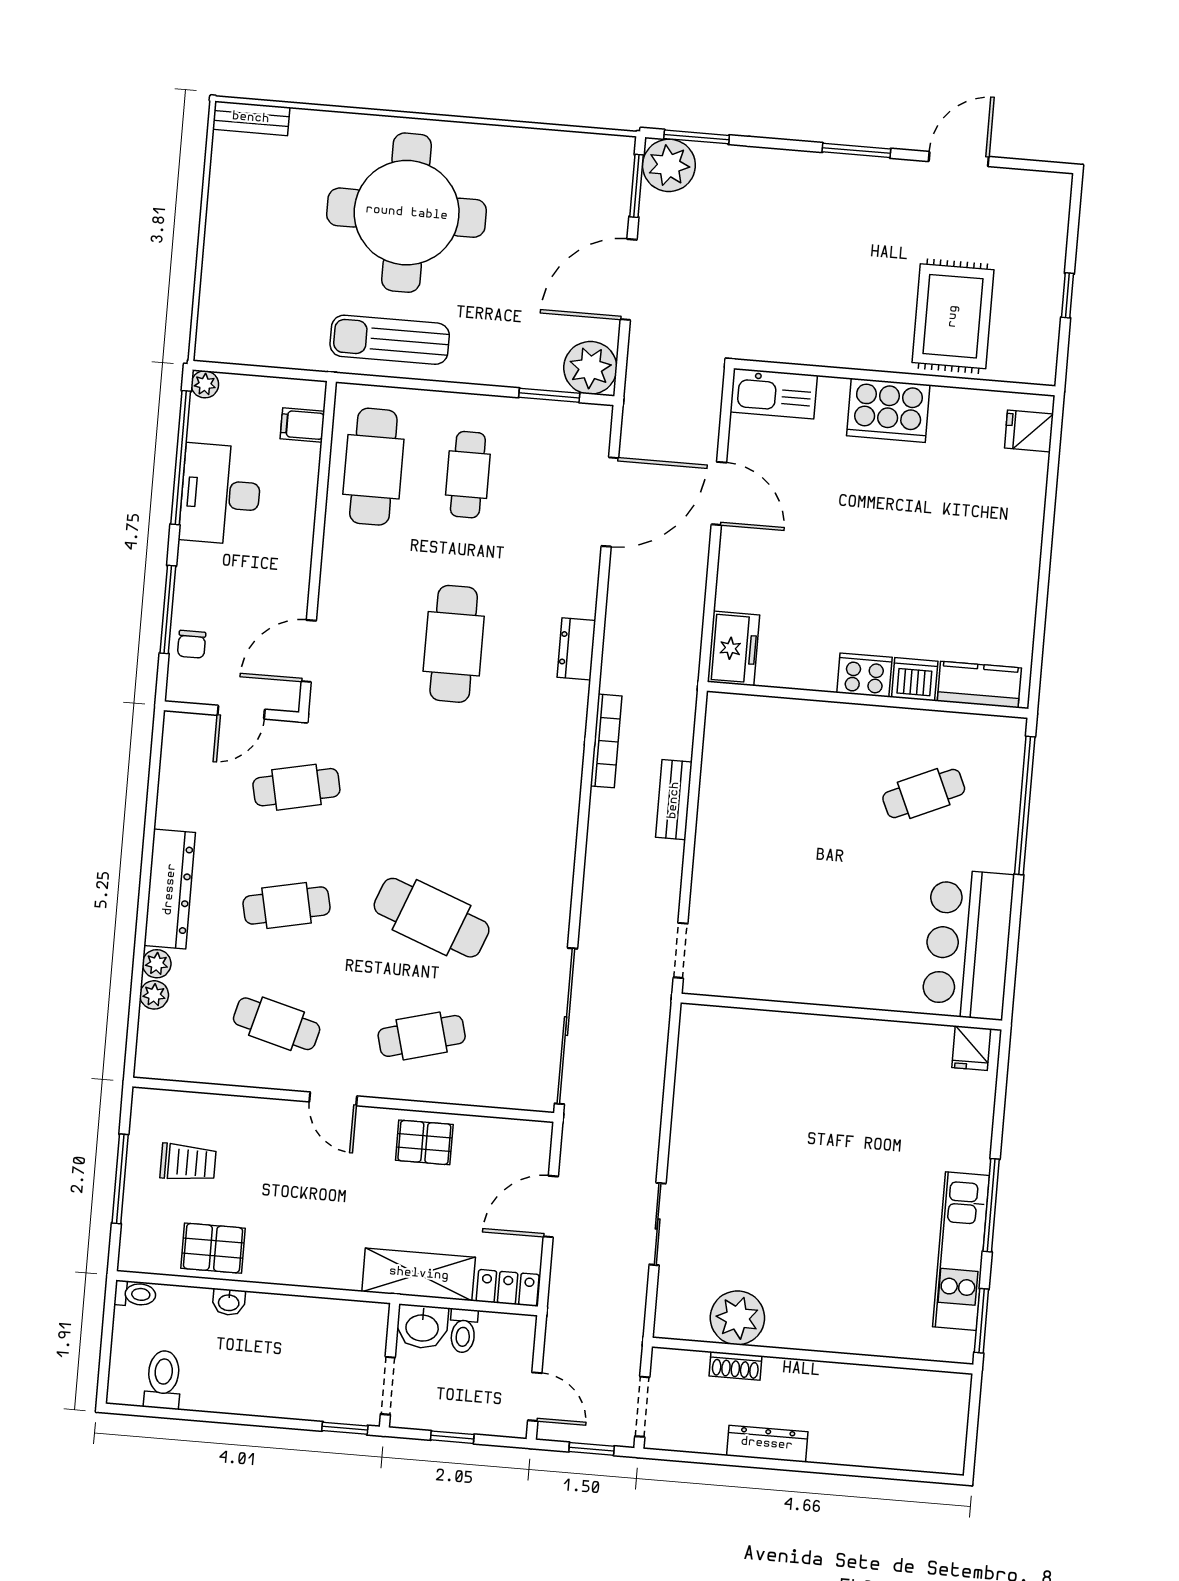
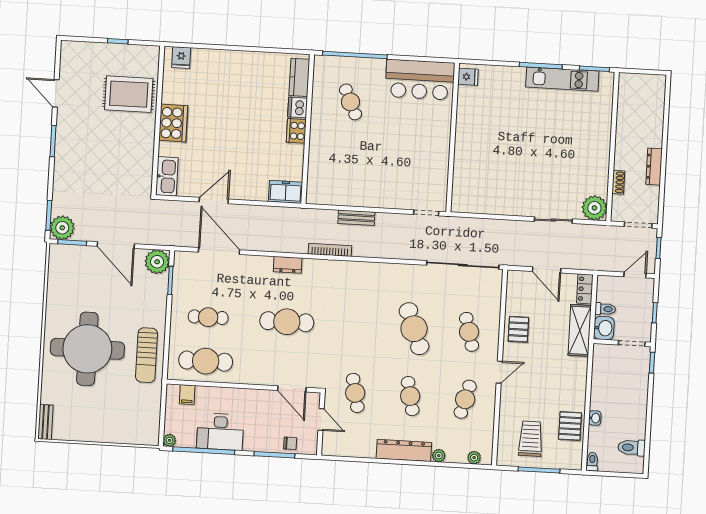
cafe table: (432, 918) -> (414, 329), turned -42
plant: (154, 995) -> (474, 458), moved
trolley: (188, 1163) -> (531, 439), width x1.36, depth x1.39
plant: (737, 1318) -> (594, 208), moved

